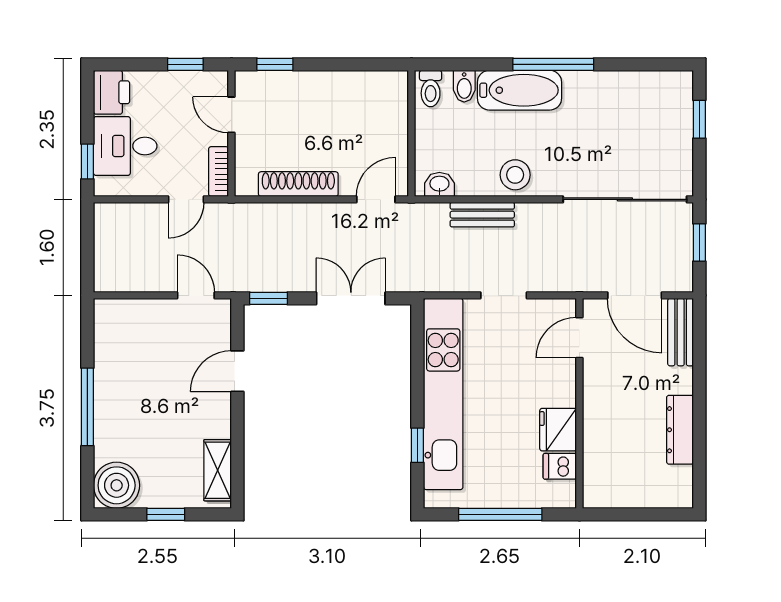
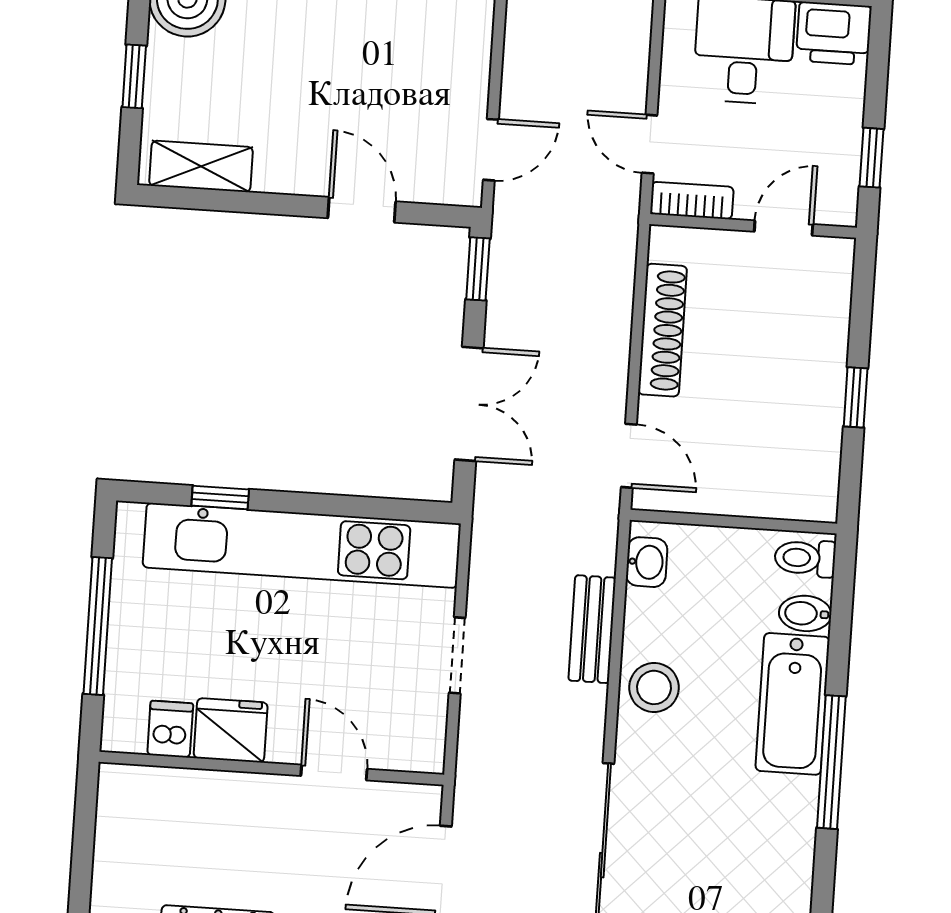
window: (275, 64) -> (856, 397), moved
door: (579, 338) -> (334, 772), moved

